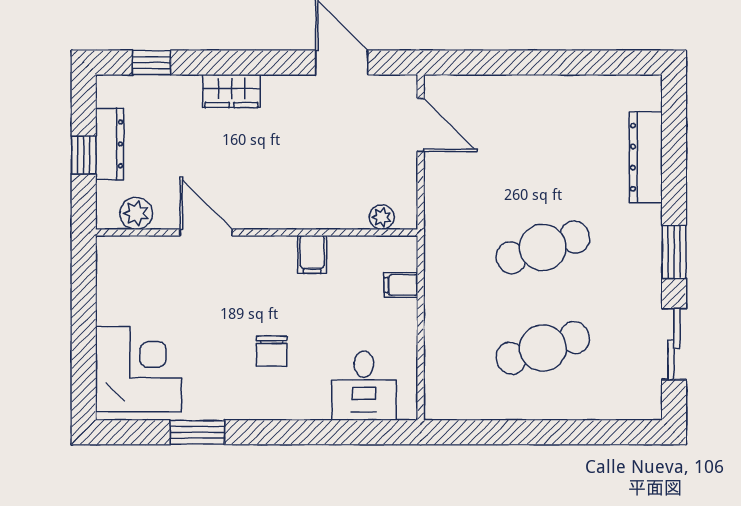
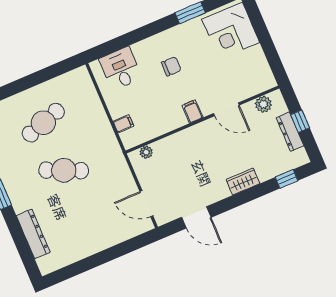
cafe table: (543, 247) -> (64, 170), turned 42
filing cabinet: (312, 255) -> (192, 111), moved
chair: (272, 351) -> (171, 66), turned 90

